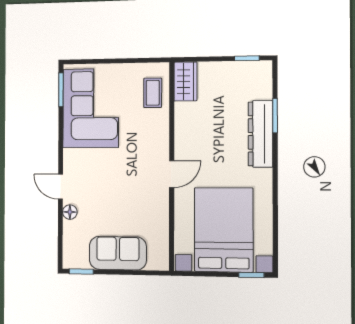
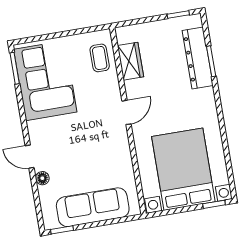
wardrobe: (185, 81) -> (130, 61), moved
dresser: (260, 134) -> (198, 58), moved
door: (172, 174) -> (126, 112), moved
sofa: (118, 253) -> (93, 207), width x1.36

